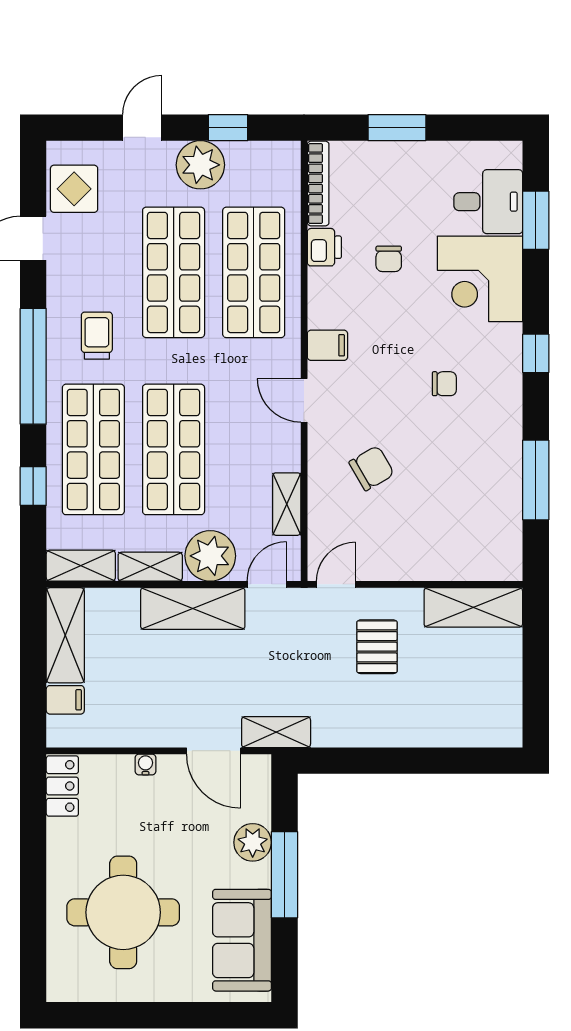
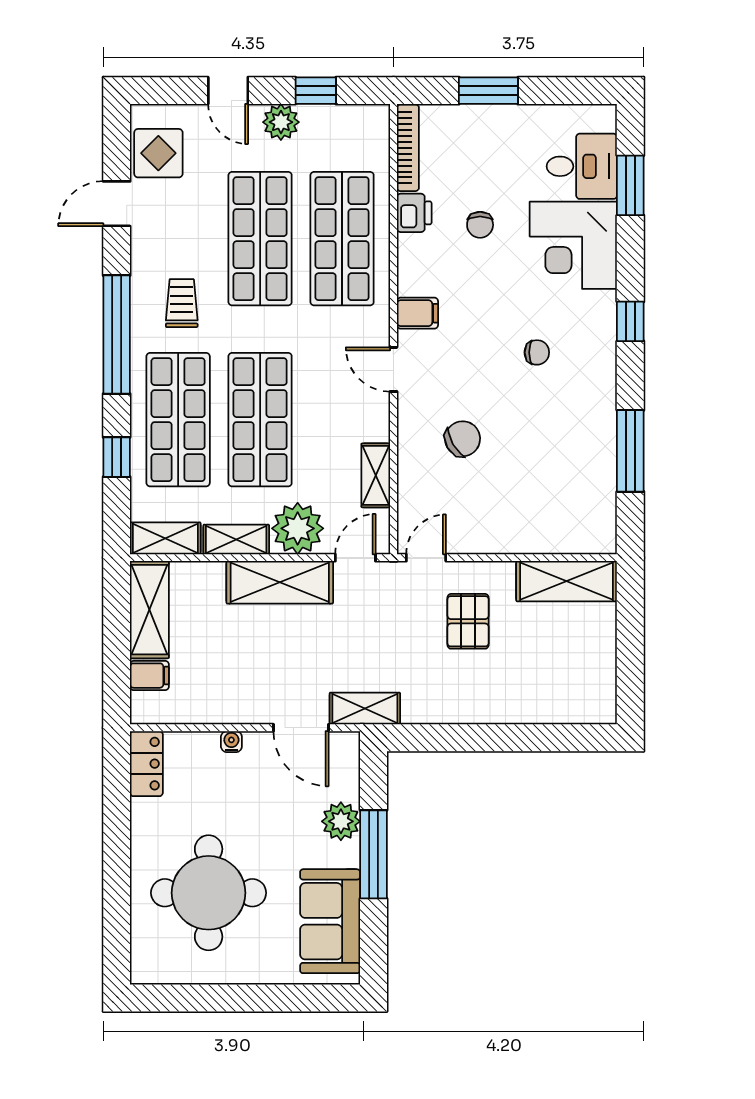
door: (142, 128) -> (228, 91), swing flipped
plant: (200, 165) -> (281, 122), width x0.73, depth x0.73

